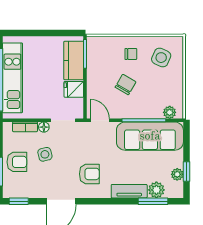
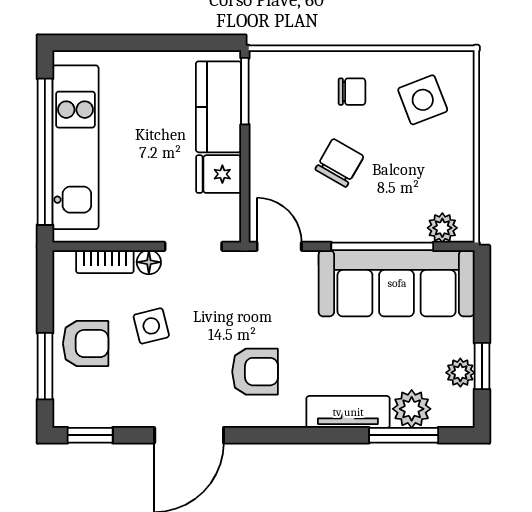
side table: (161, 58) -> (423, 100), turned 45

